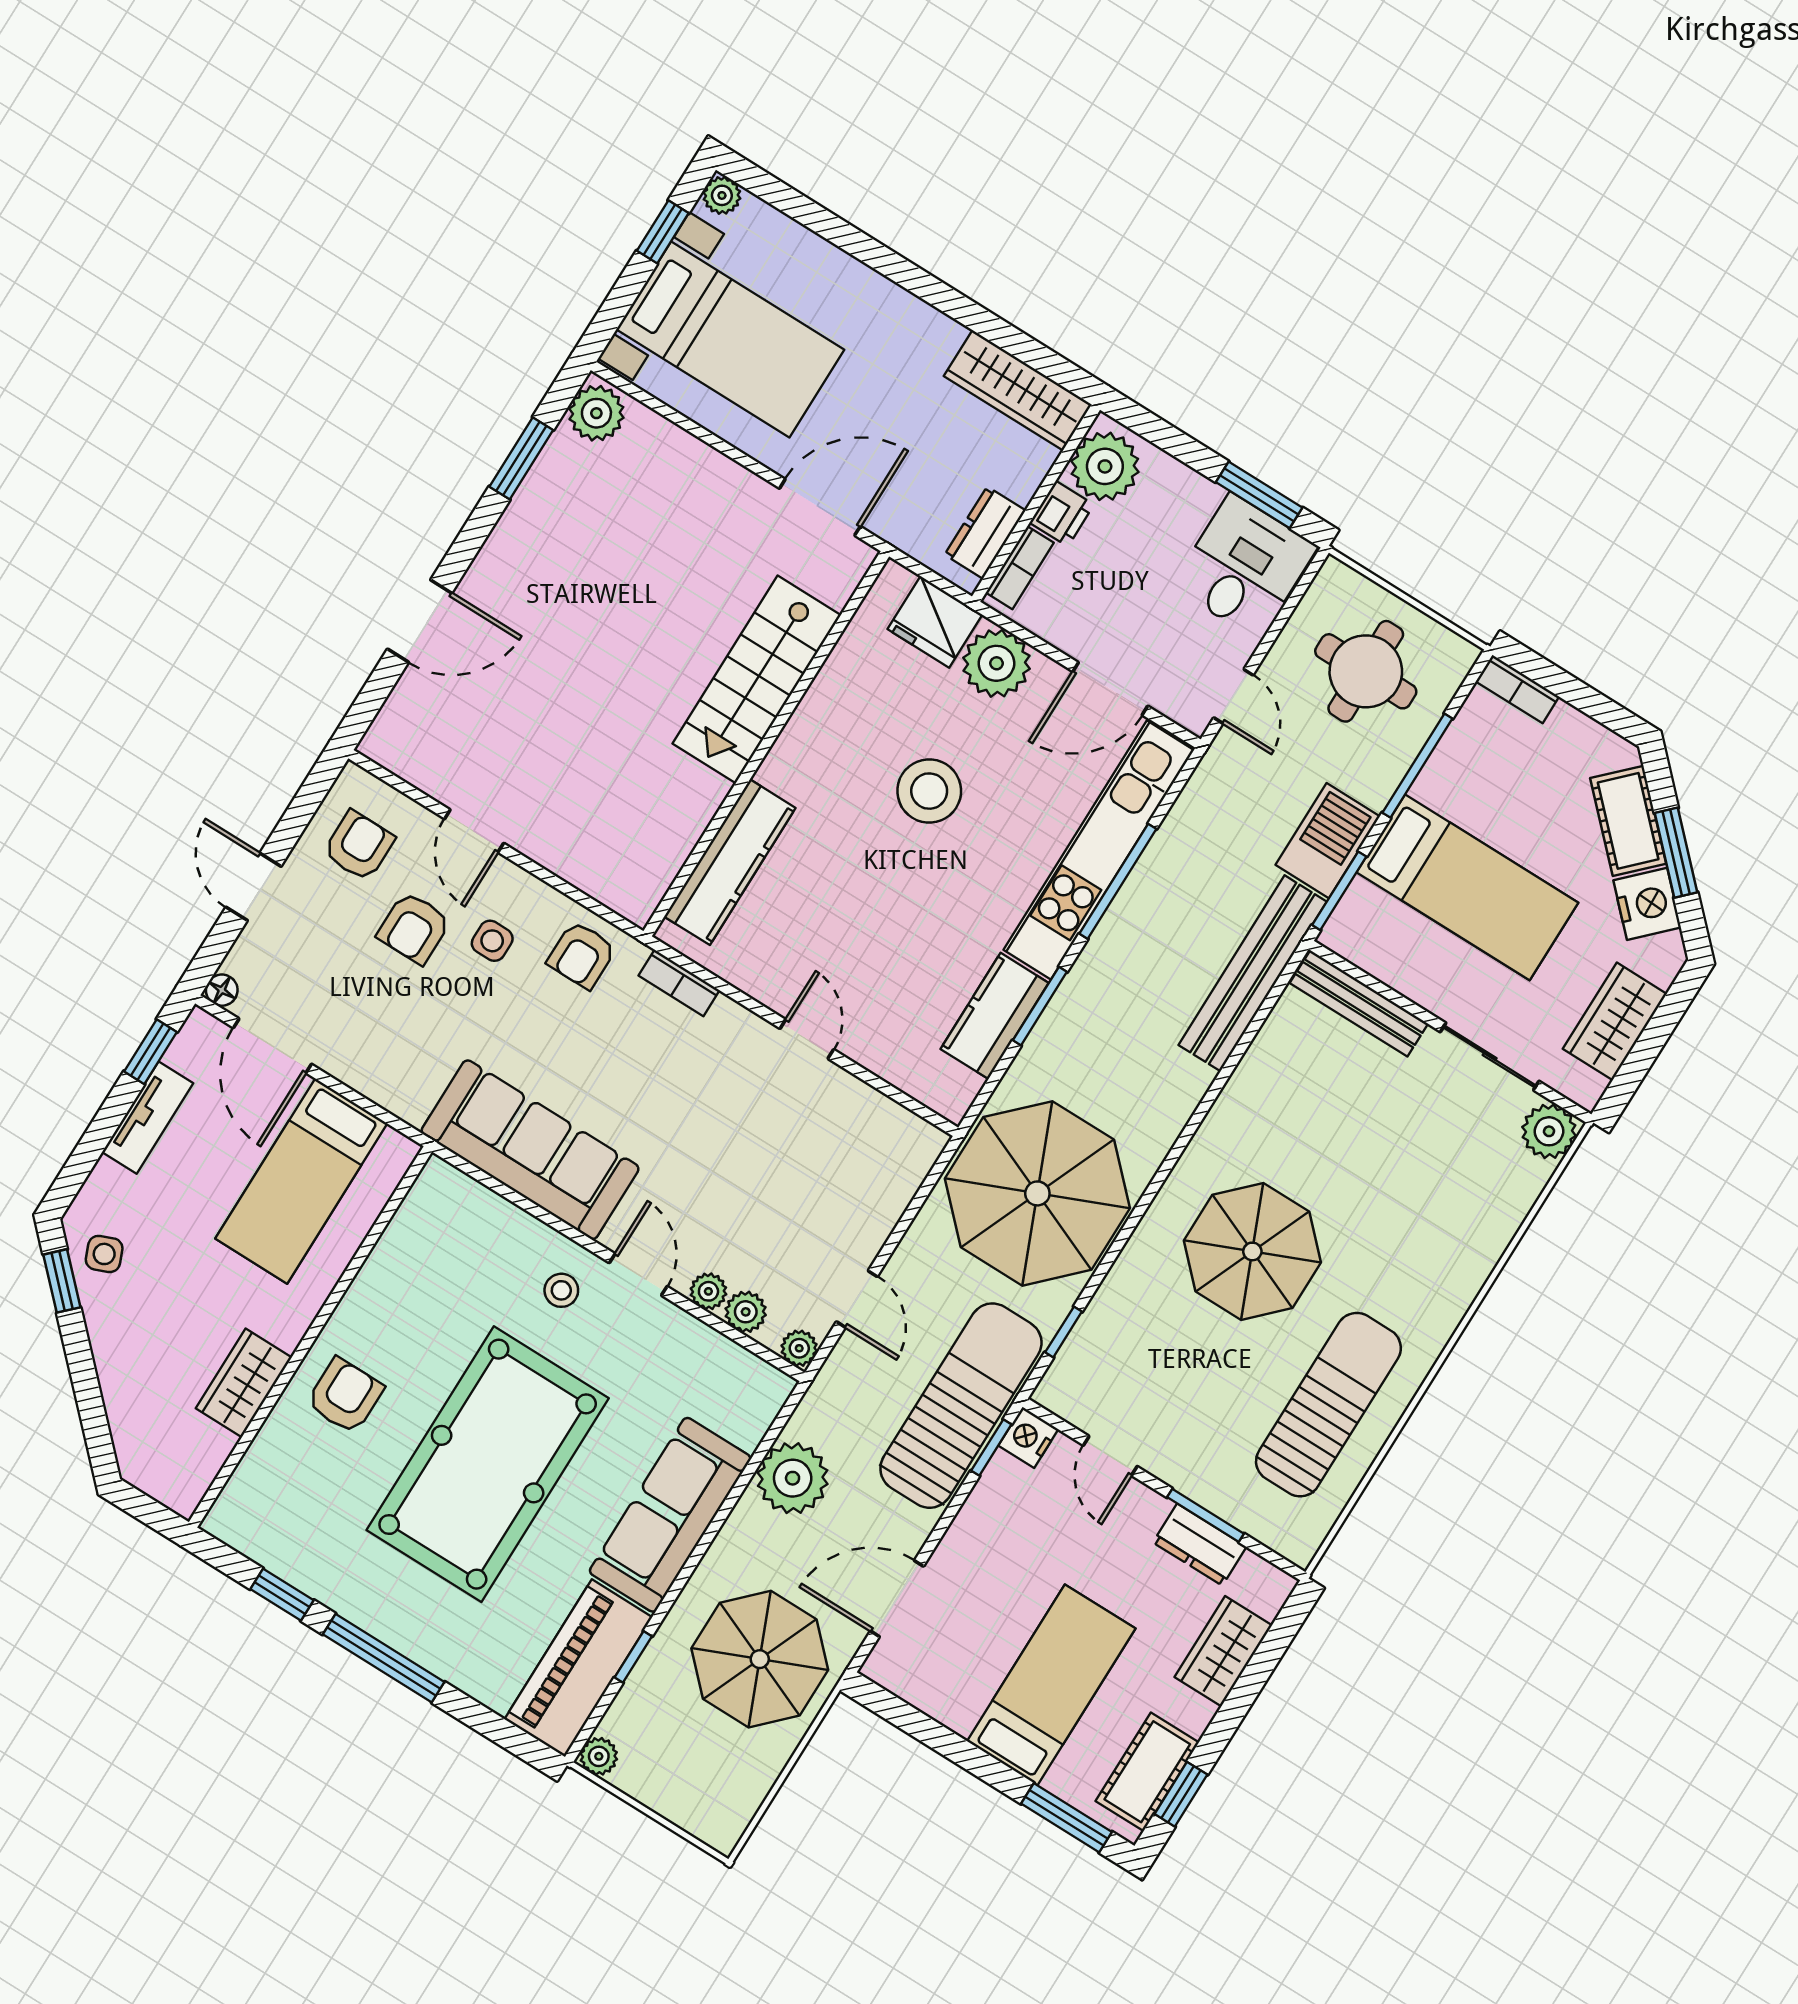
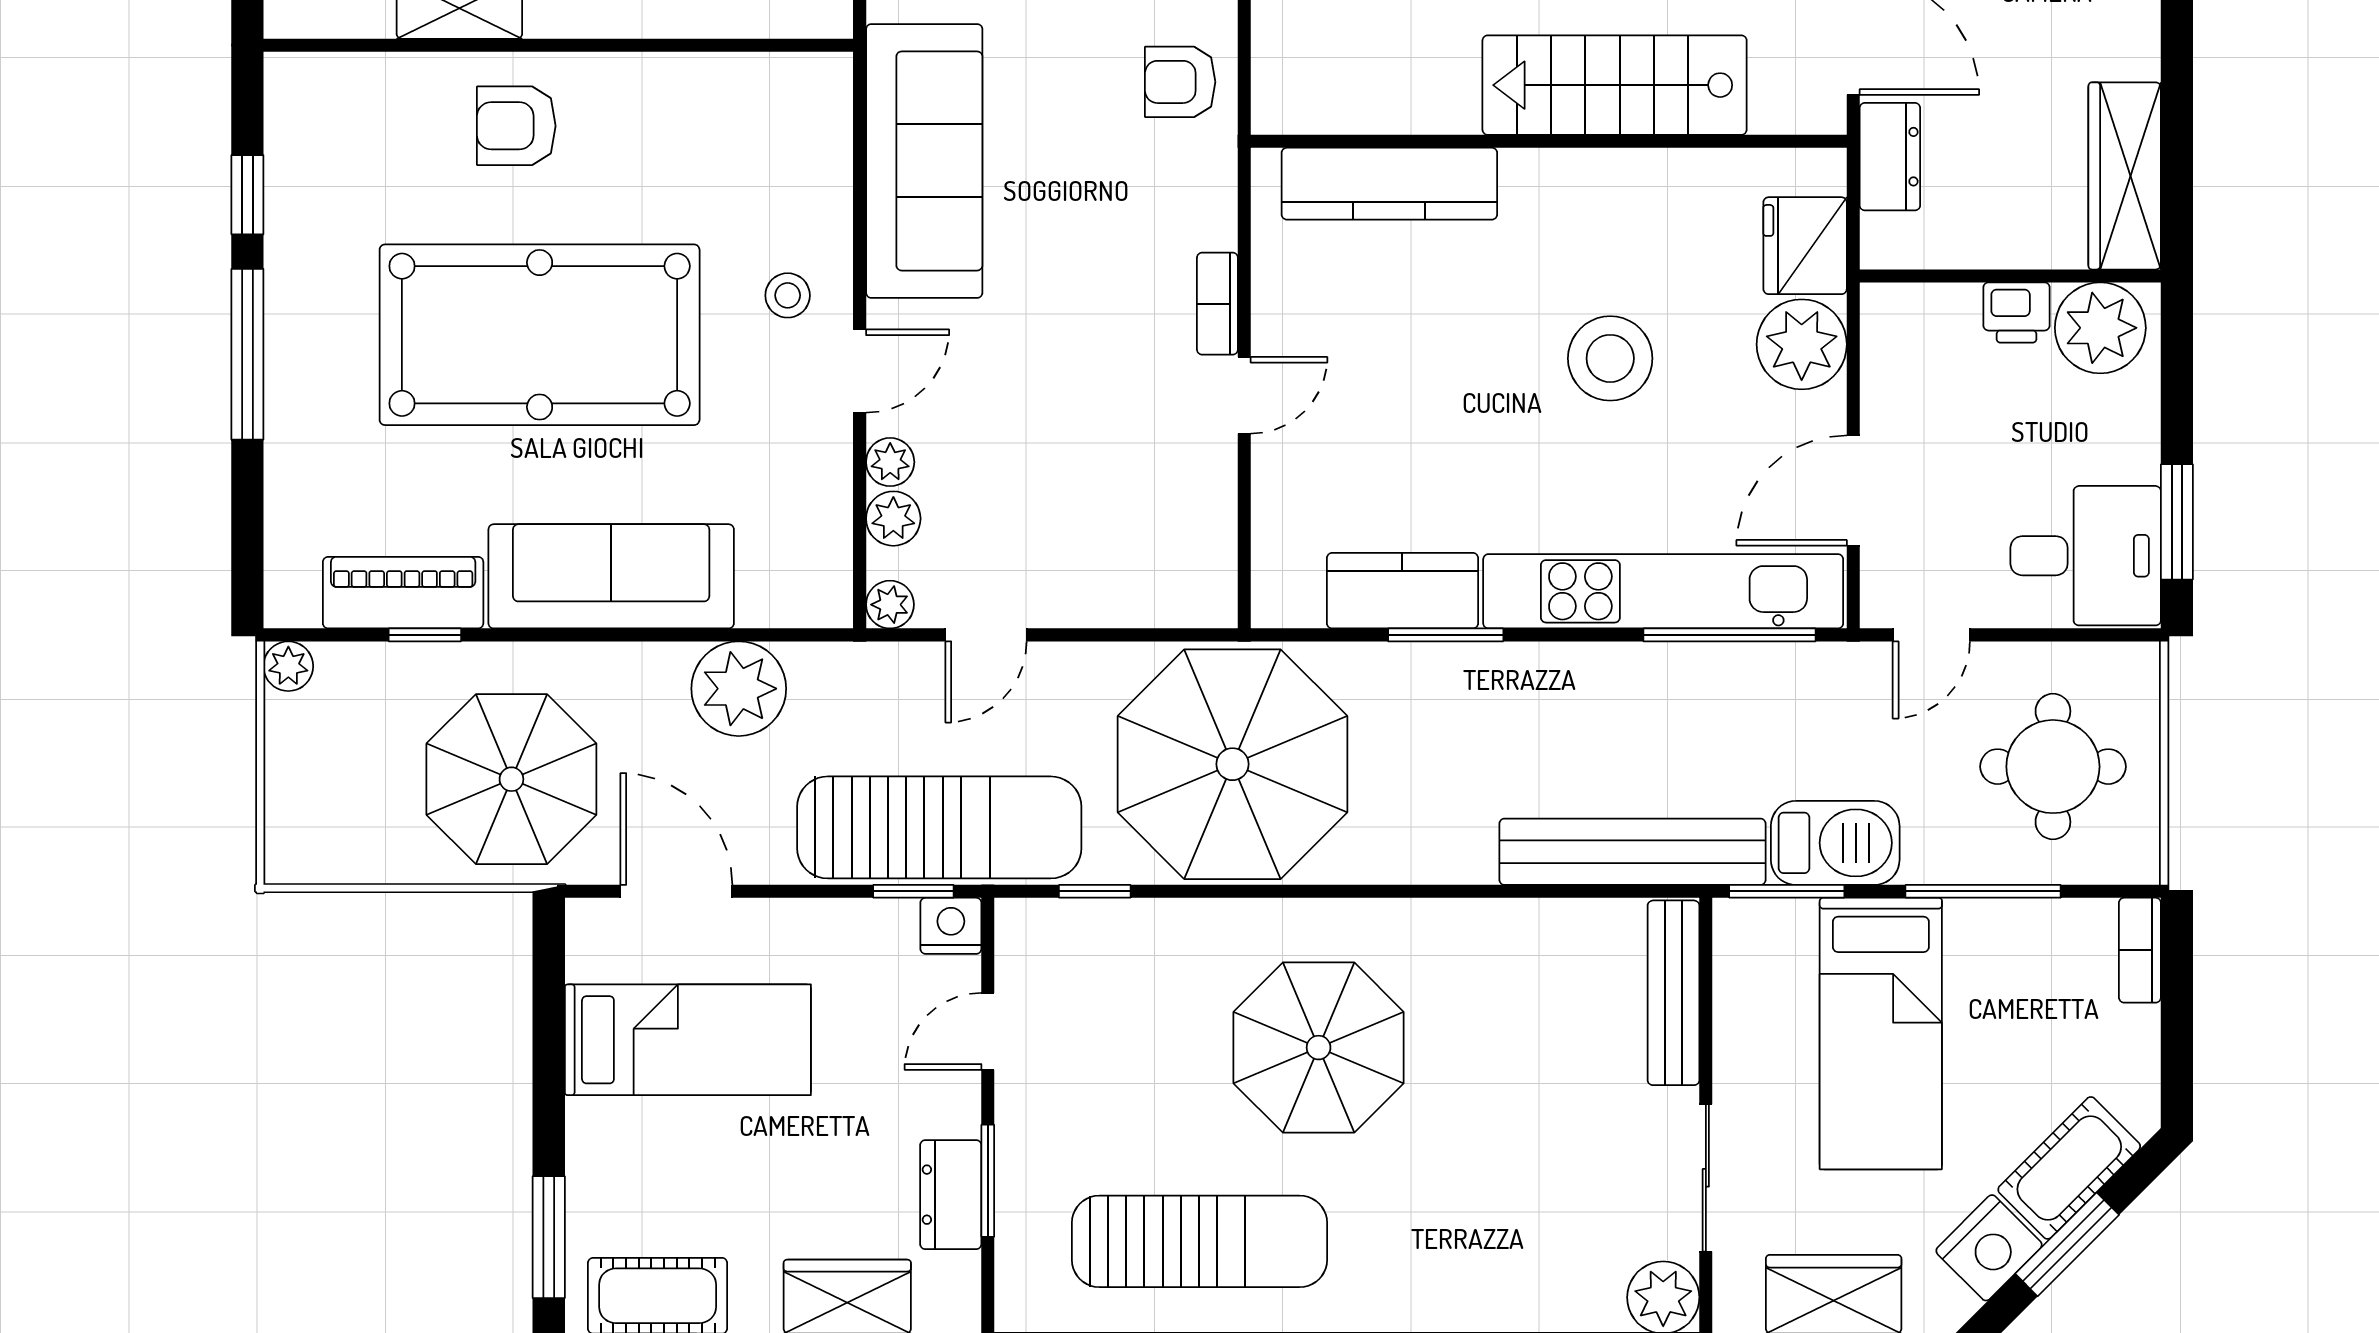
dresser: (985, 533) -> (1890, 157), moved, turned 90
bookcase: (1020, 568) -> (1926, 303), removed
door: (1110, 689) -> (1853, 491), hinge flipped
window: (1118, 881) -> (1729, 635), moved
bookcase: (679, 983) -> (1217, 304), moved
armchair: (345, 1396) -> (516, 126), turned 180
piano: (578, 1668) -> (403, 593), width x0.73, depth x0.75
bed: (1051, 1685) -> (688, 1040), moved

